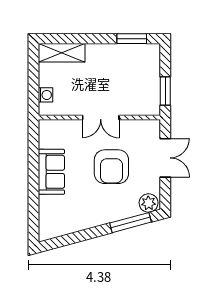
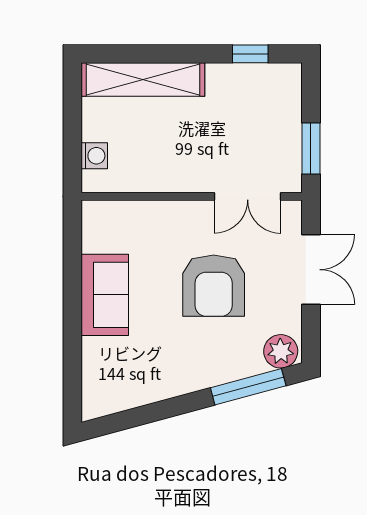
window: (132, 39) -> (250, 54), width x0.67
shelving: (62, 53) -> (143, 79), width x1.47
double door: (101, 117) -> (248, 196), moved

